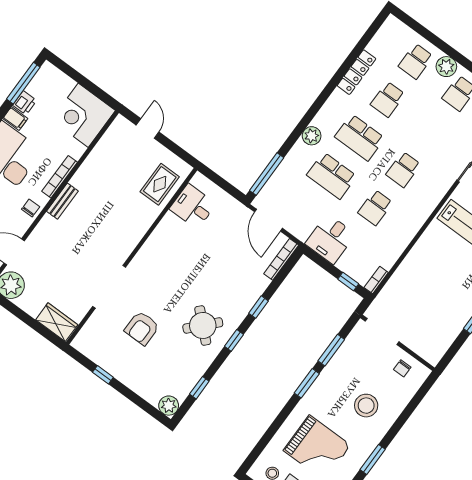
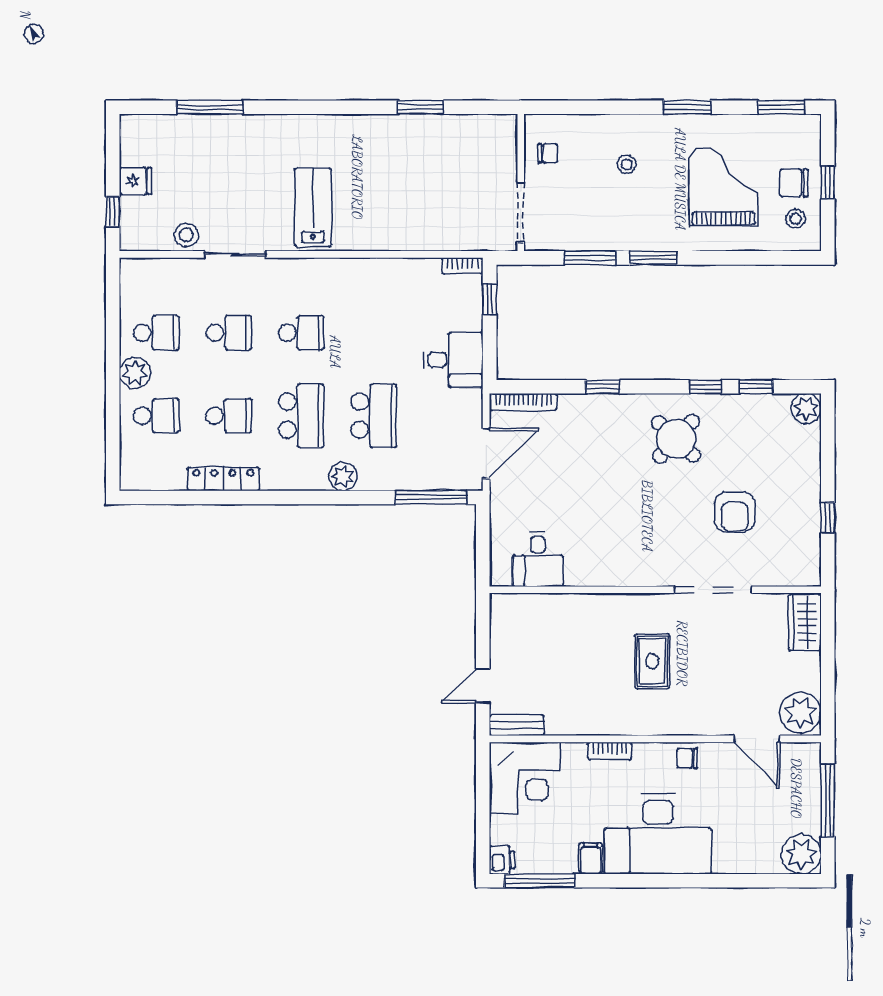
printer: (25, 103) -> (502, 860), moved, turned 90
bookcase: (60, 177) -> (610, 751), width x0.64
rug: (160, 184) -> (652, 661), moved, turned 90
bench: (62, 201) -> (517, 725), moved
school desk: (375, 208) -> (229, 333), moved
armchair: (142, 328) -> (735, 512), turned 90
window: (234, 340) -> (705, 387), moved
stool: (366, 406) -> (627, 164), width x0.53, depth x0.53

